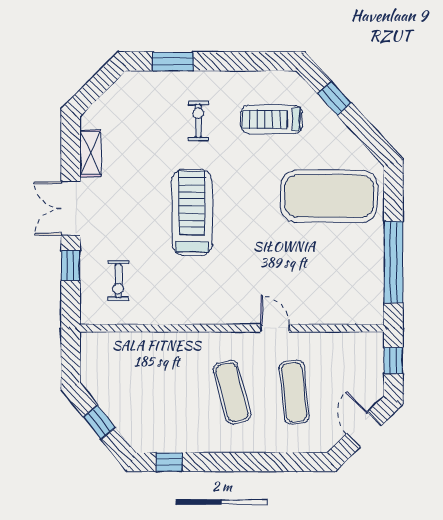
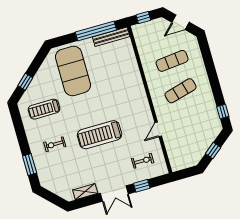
treadmill: (272, 119) -> (44, 109), turned 90
bench: (374, 288) -> (111, 37), added
door: (275, 328) -> (158, 129), moved

